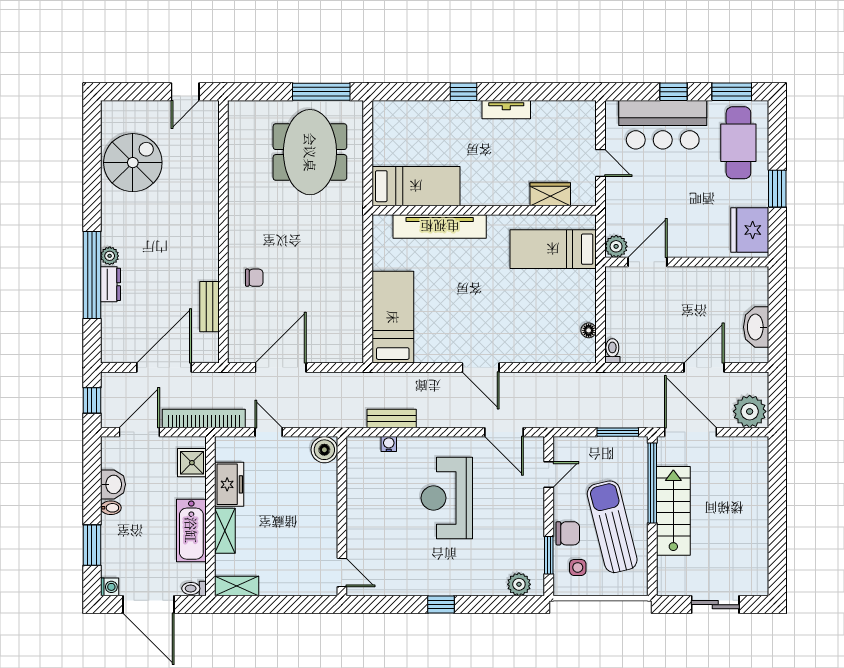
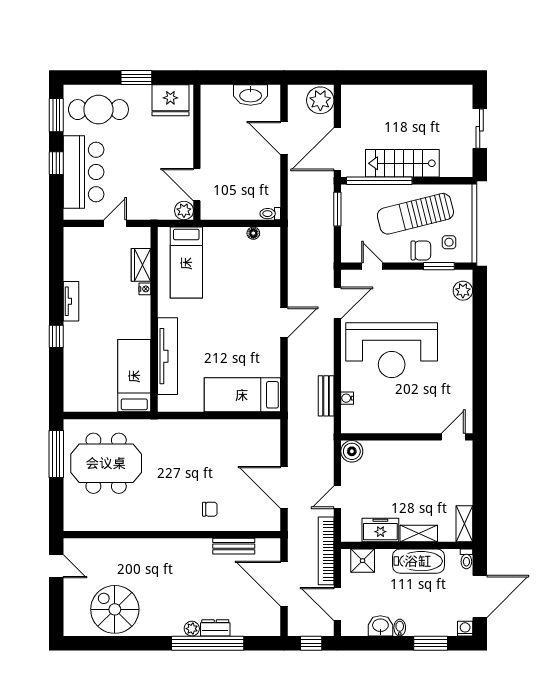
nightstand: (521, 199) -> (145, 289), added
chair: (254, 278) -> (210, 509), turned 90
reception desk: (447, 498) -> (392, 350), width x1.36, depth x1.30
chair: (568, 533) -> (421, 250), turned 90
window: (441, 605) -> (480, 355), removed

